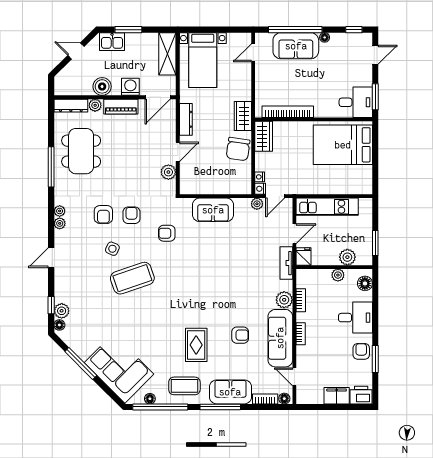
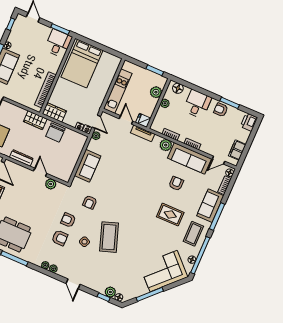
chair: (238, 149) -> (55, 133), turned 82
filing cabinet: (337, 396) -> (237, 150), moved

